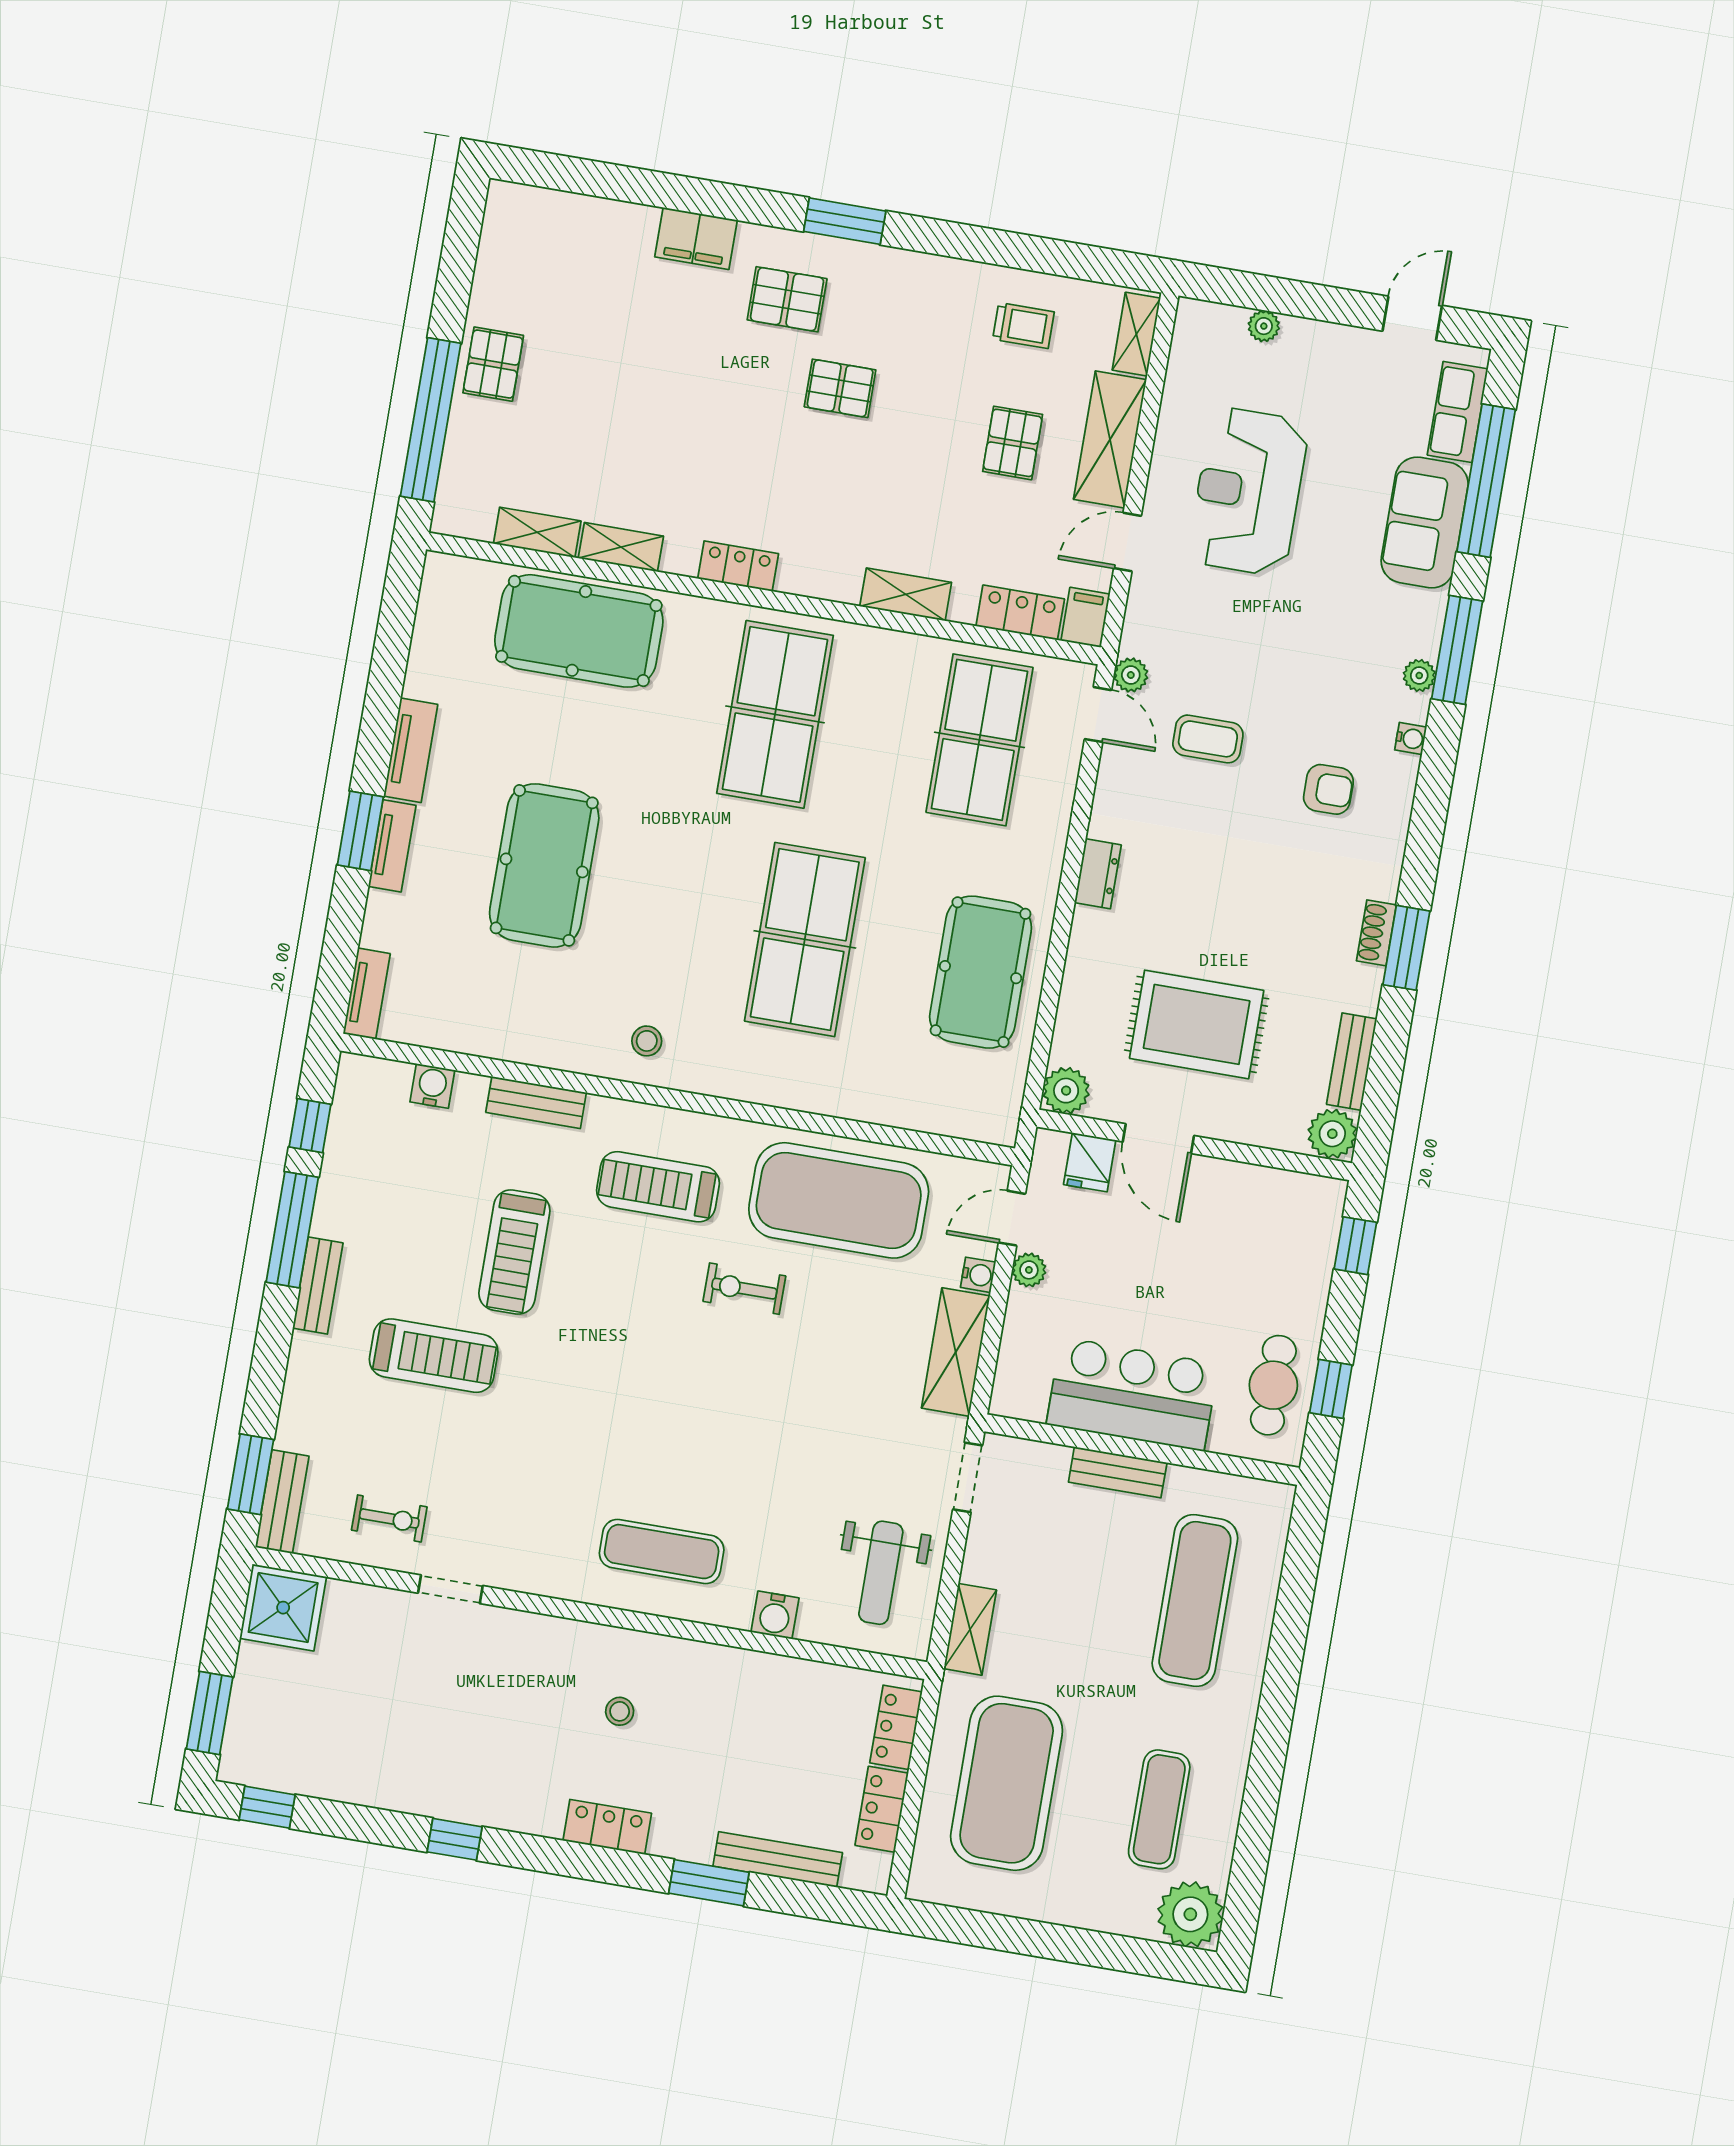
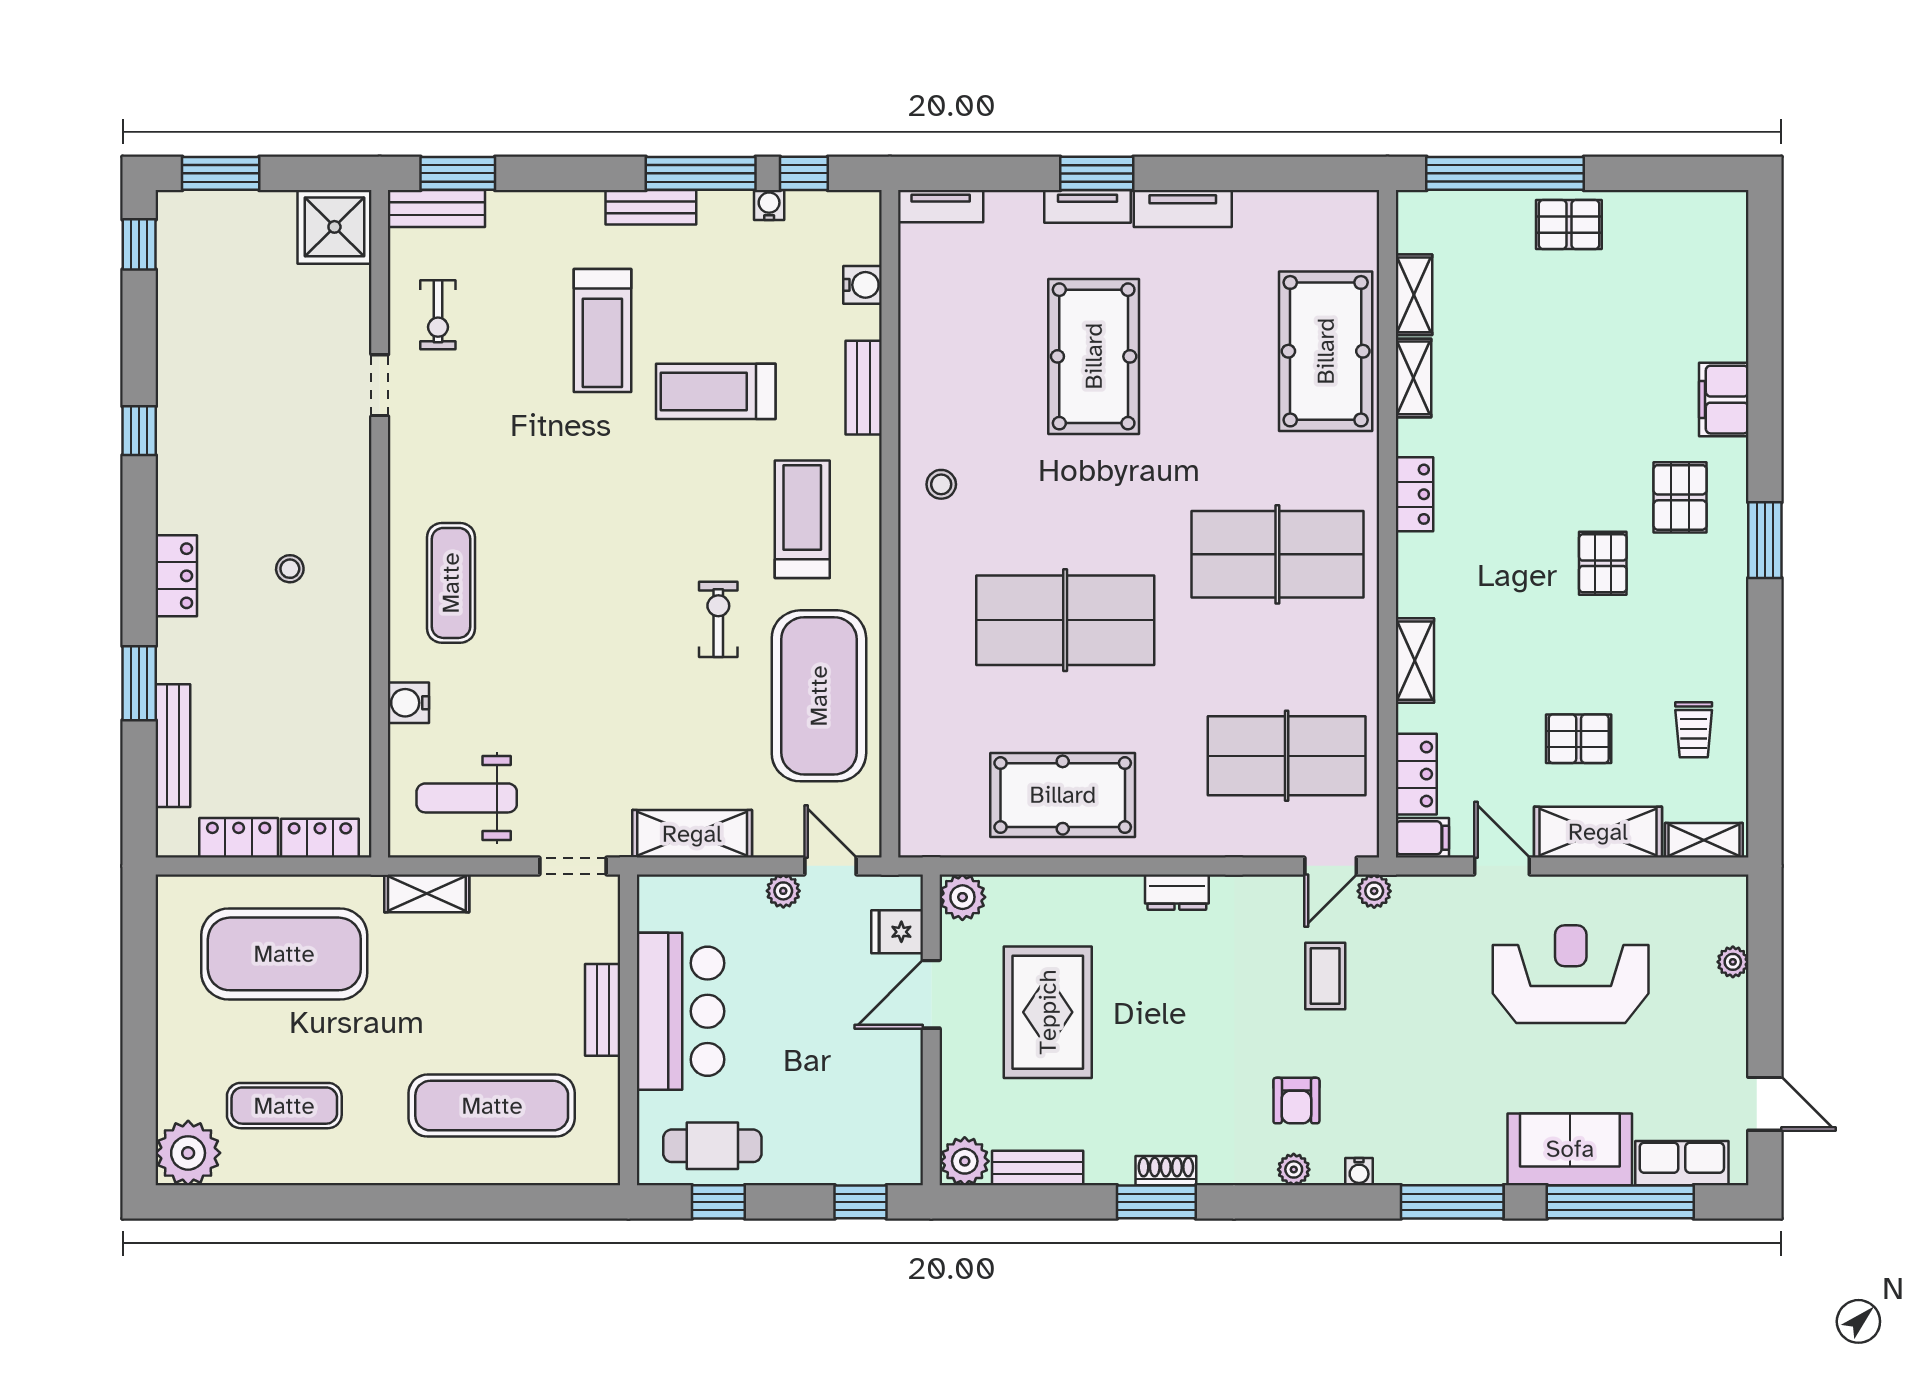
plant: (1419, 676) -> (1294, 1169), moved
pool table: (544, 865) -> (1094, 356), turned 90
water cooler: (978, 1275) -> (769, 205), moved, turned 180

